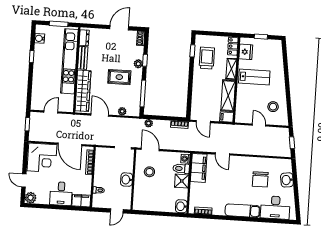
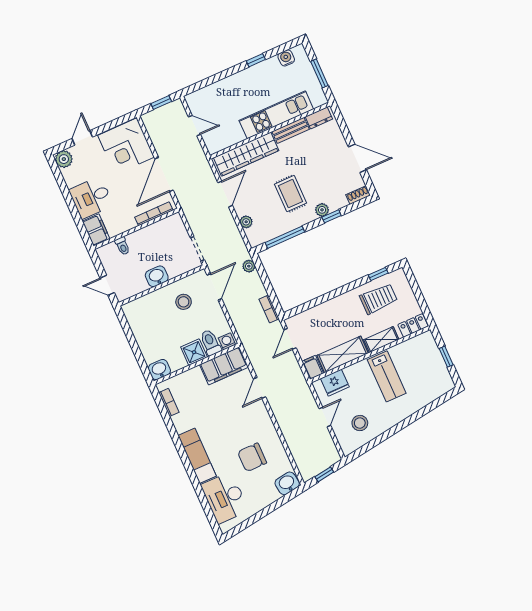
fridge: (246, 52) -> (335, 383), moved
kitchen unit: (69, 61) -> (276, 115), width x0.73
washbasin: (287, 180) -> (287, 483), moved

